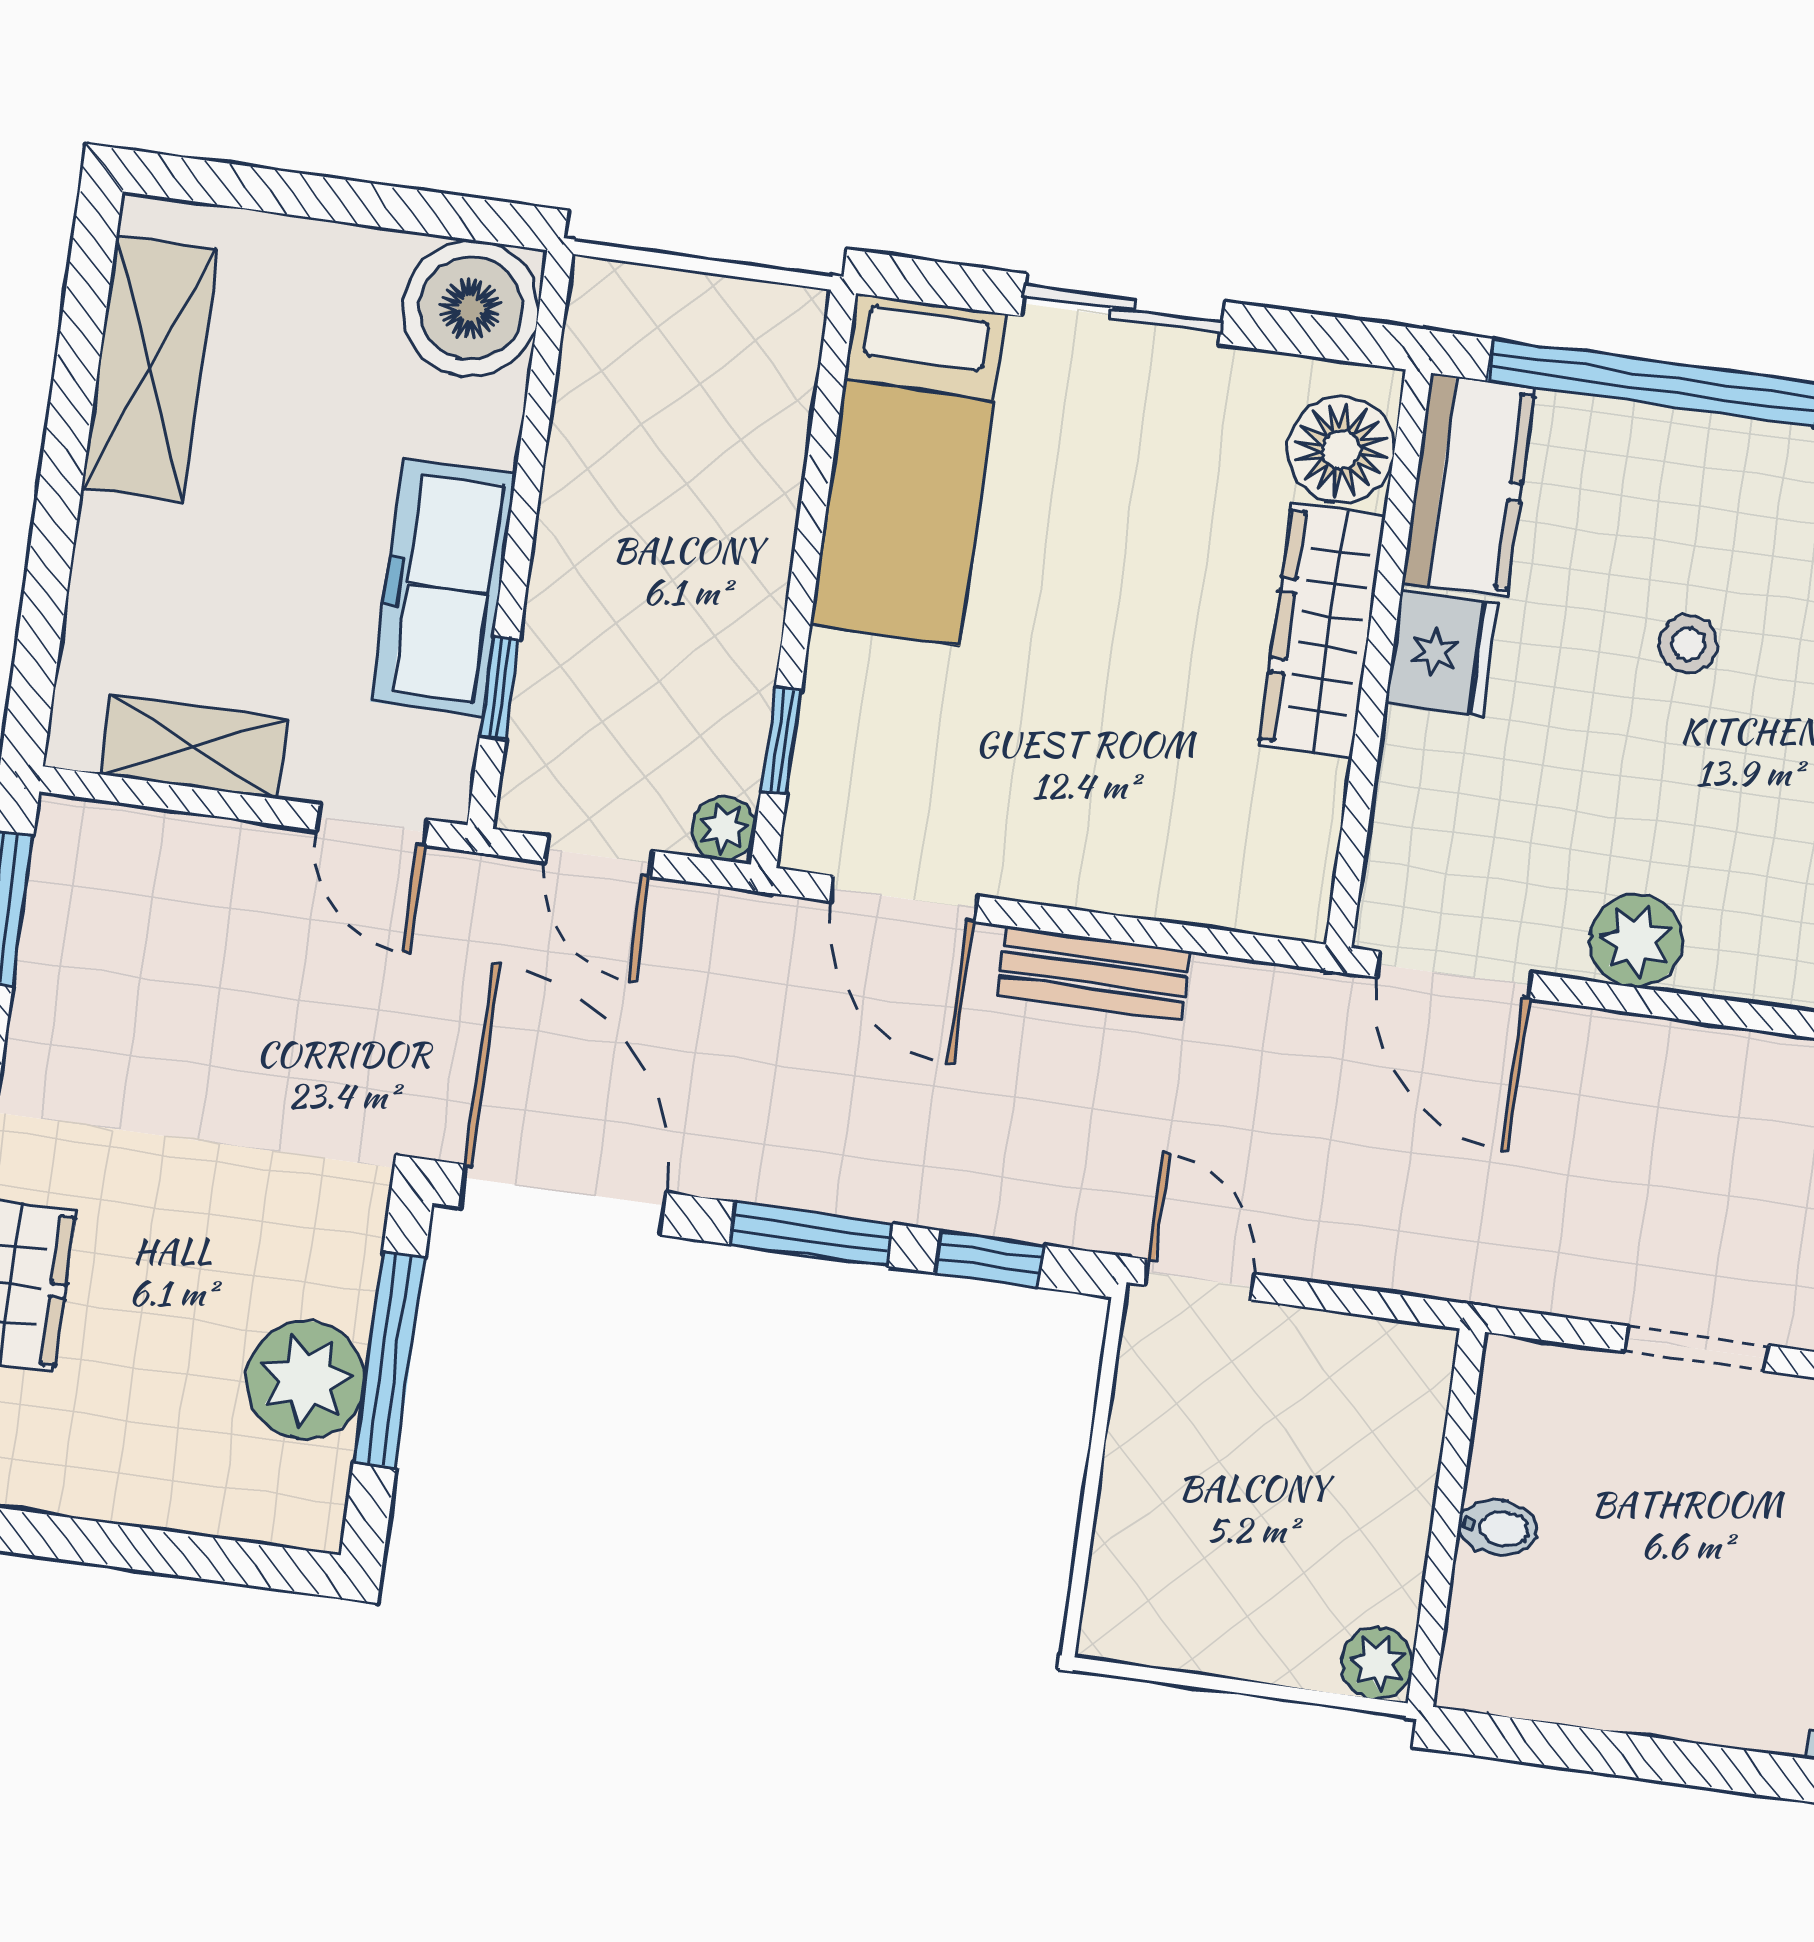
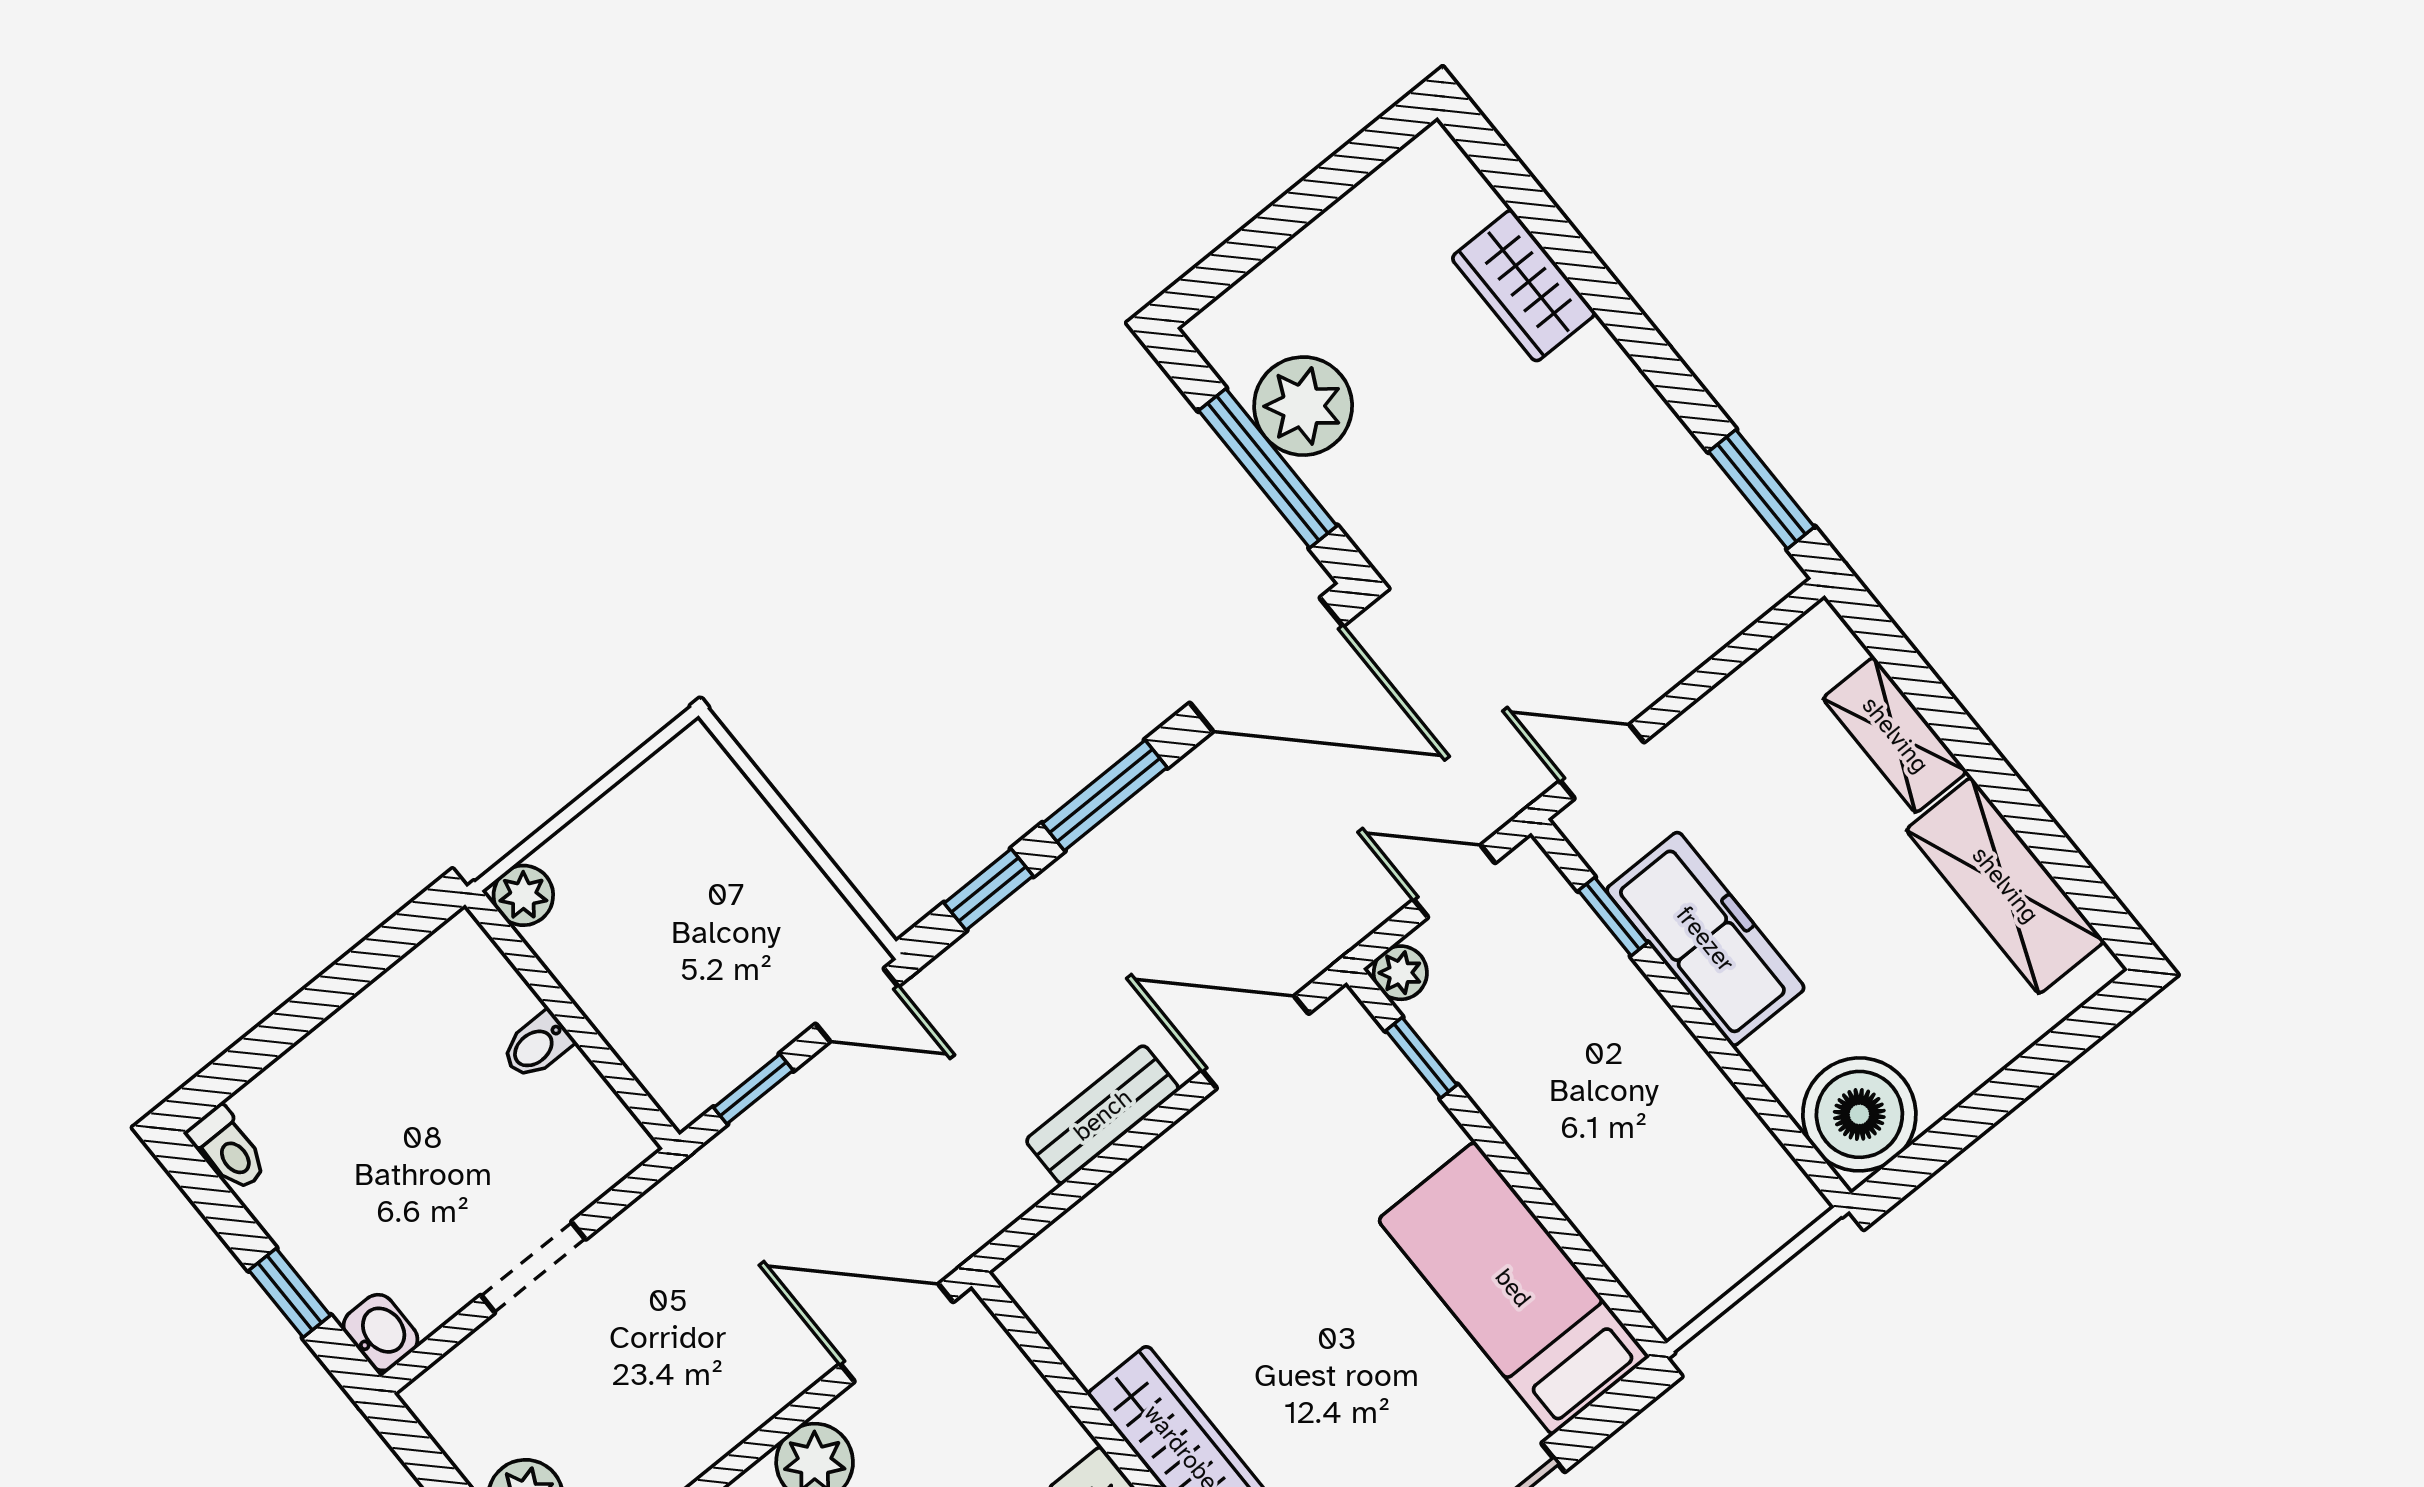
shelving: (194, 747) -> (1895, 735), moved, turned 90
window: (1358, 1302) -> (753, 1089), added

